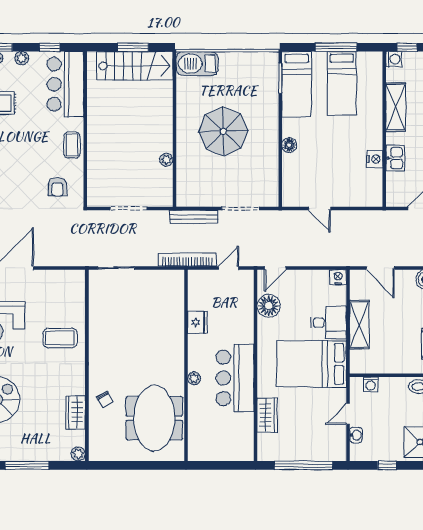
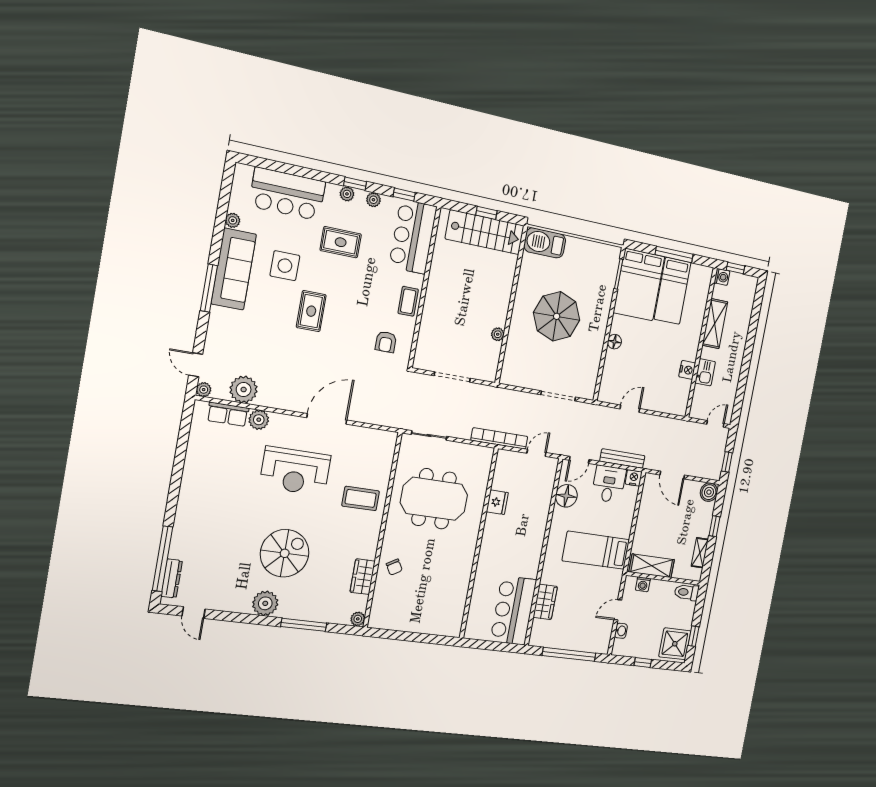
window: (133, 47) -> (486, 213), width x0.67
bed: (297, 84) -> (639, 285), width x1.50
door: (320, 208) -> (630, 409), swing flipped
bench: (194, 217) -> (622, 458), moved
desk: (328, 322) -> (609, 484), moved, turned -90
shelving: (359, 325) -> (652, 566), moved, turned 90
bed: (312, 364) -> (596, 550), width x0.67
plant: (194, 378) -> (484, 557), removed
bar counter: (235, 378) -> (513, 610), moved
meeting table: (154, 418) -> (434, 499), moved, turned 90

